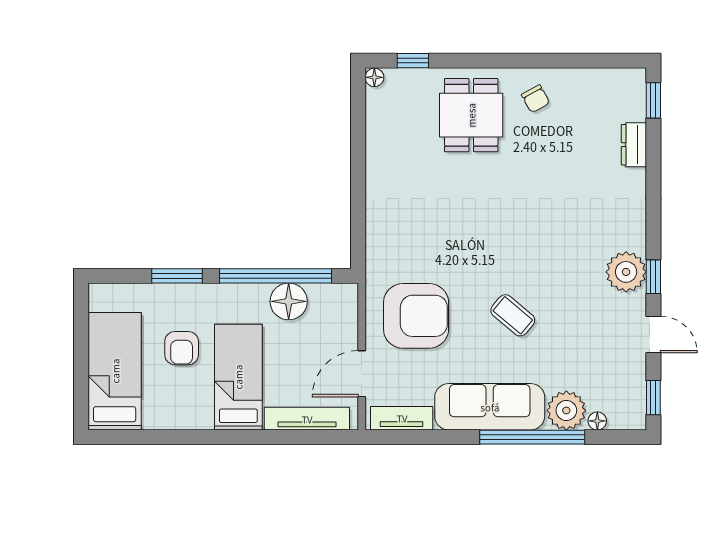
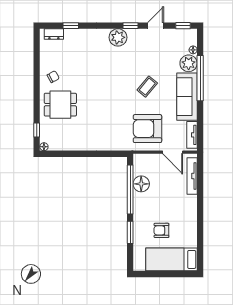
window: (653, 100) -> (71, 26), moved
dresser: (634, 145) -> (54, 34), moved
plant: (626, 272) -> (118, 37), moved
armchair: (416, 316) -> (147, 129), turned -90
armchair: (182, 348) -> (161, 230), turned 180
bed: (238, 377) -> (174, 206), removed

